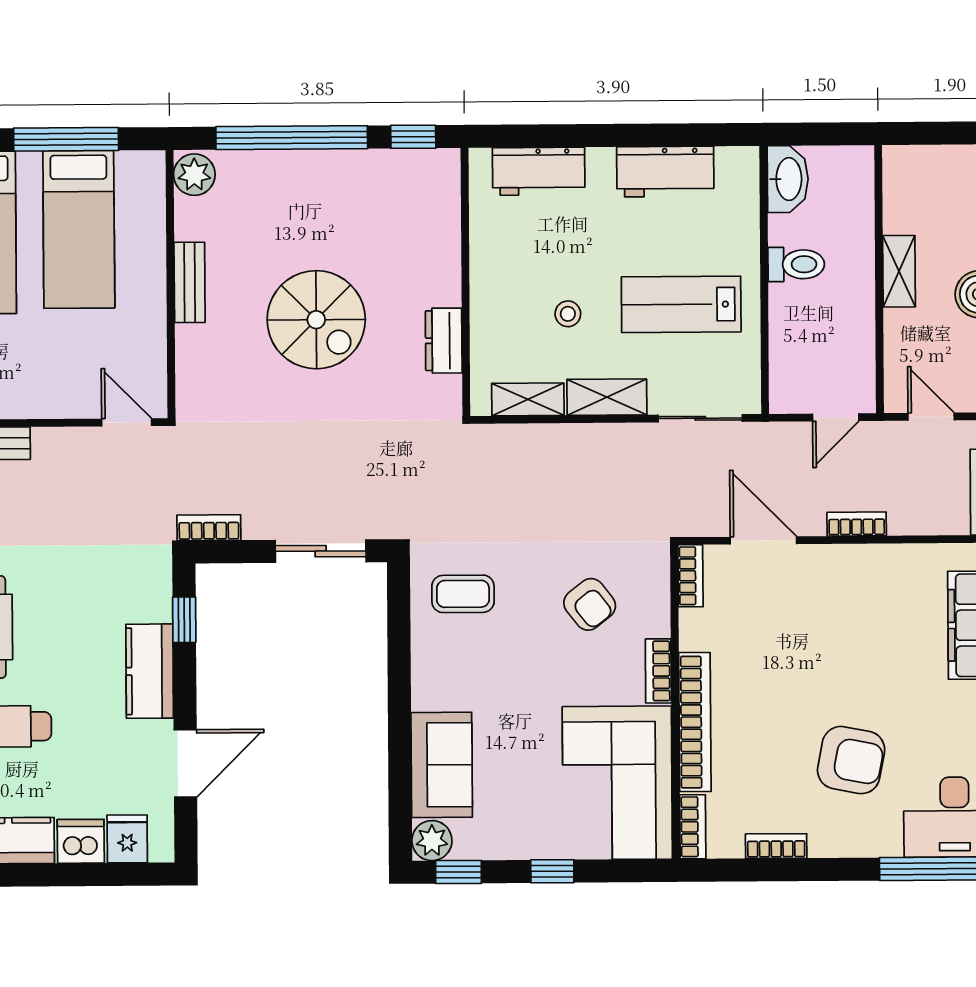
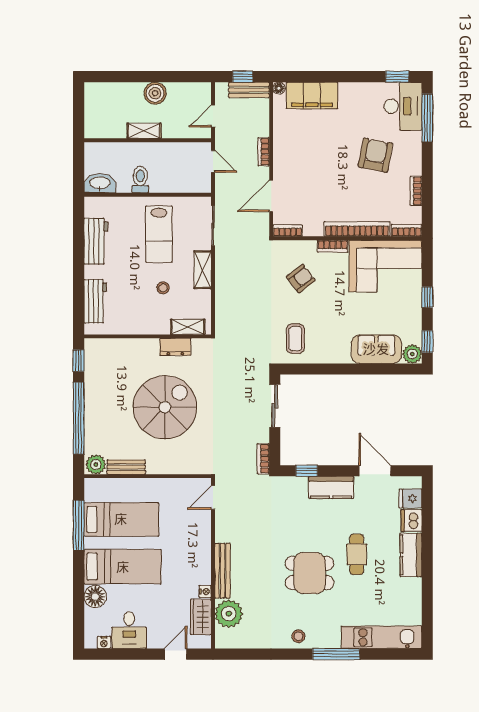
bench: (190, 282) -> (126, 467), moved
spiral stairs: (316, 320) -> (165, 407), width x1.37, depth x1.37
shelving: (528, 399) -> (188, 327), moved, turned 90

